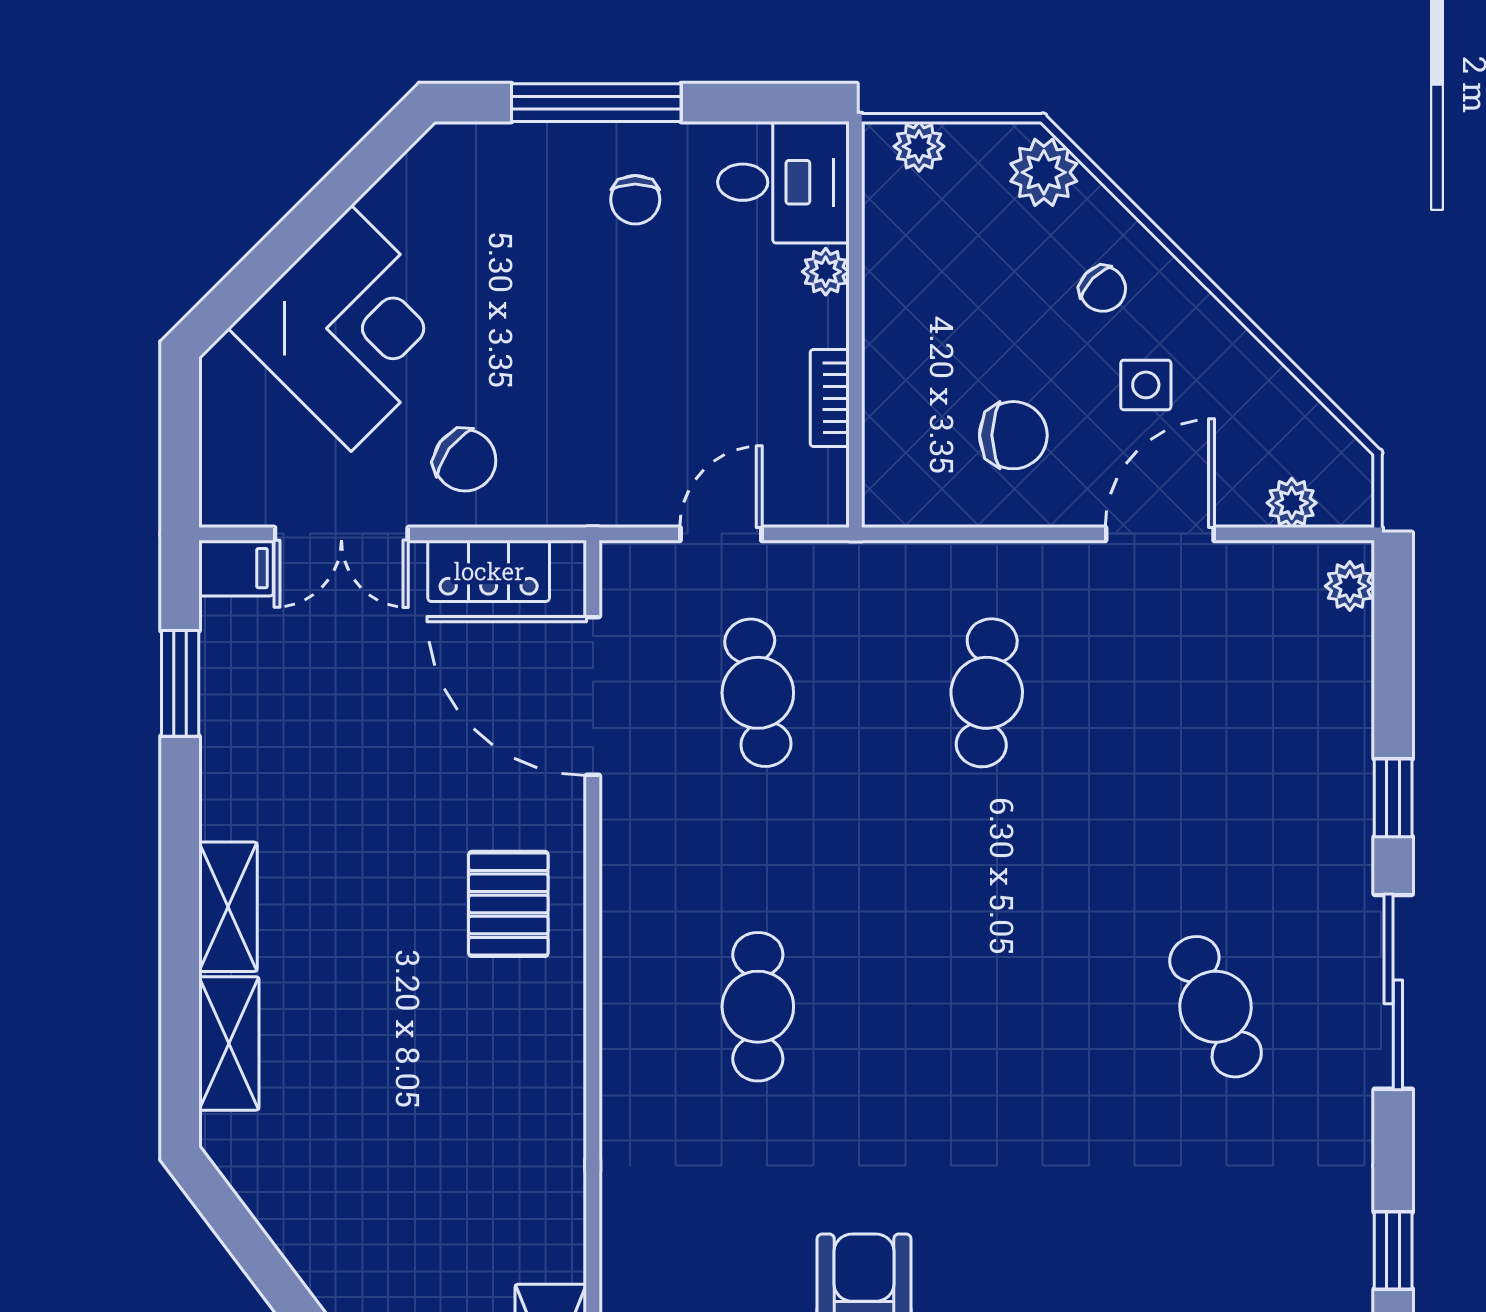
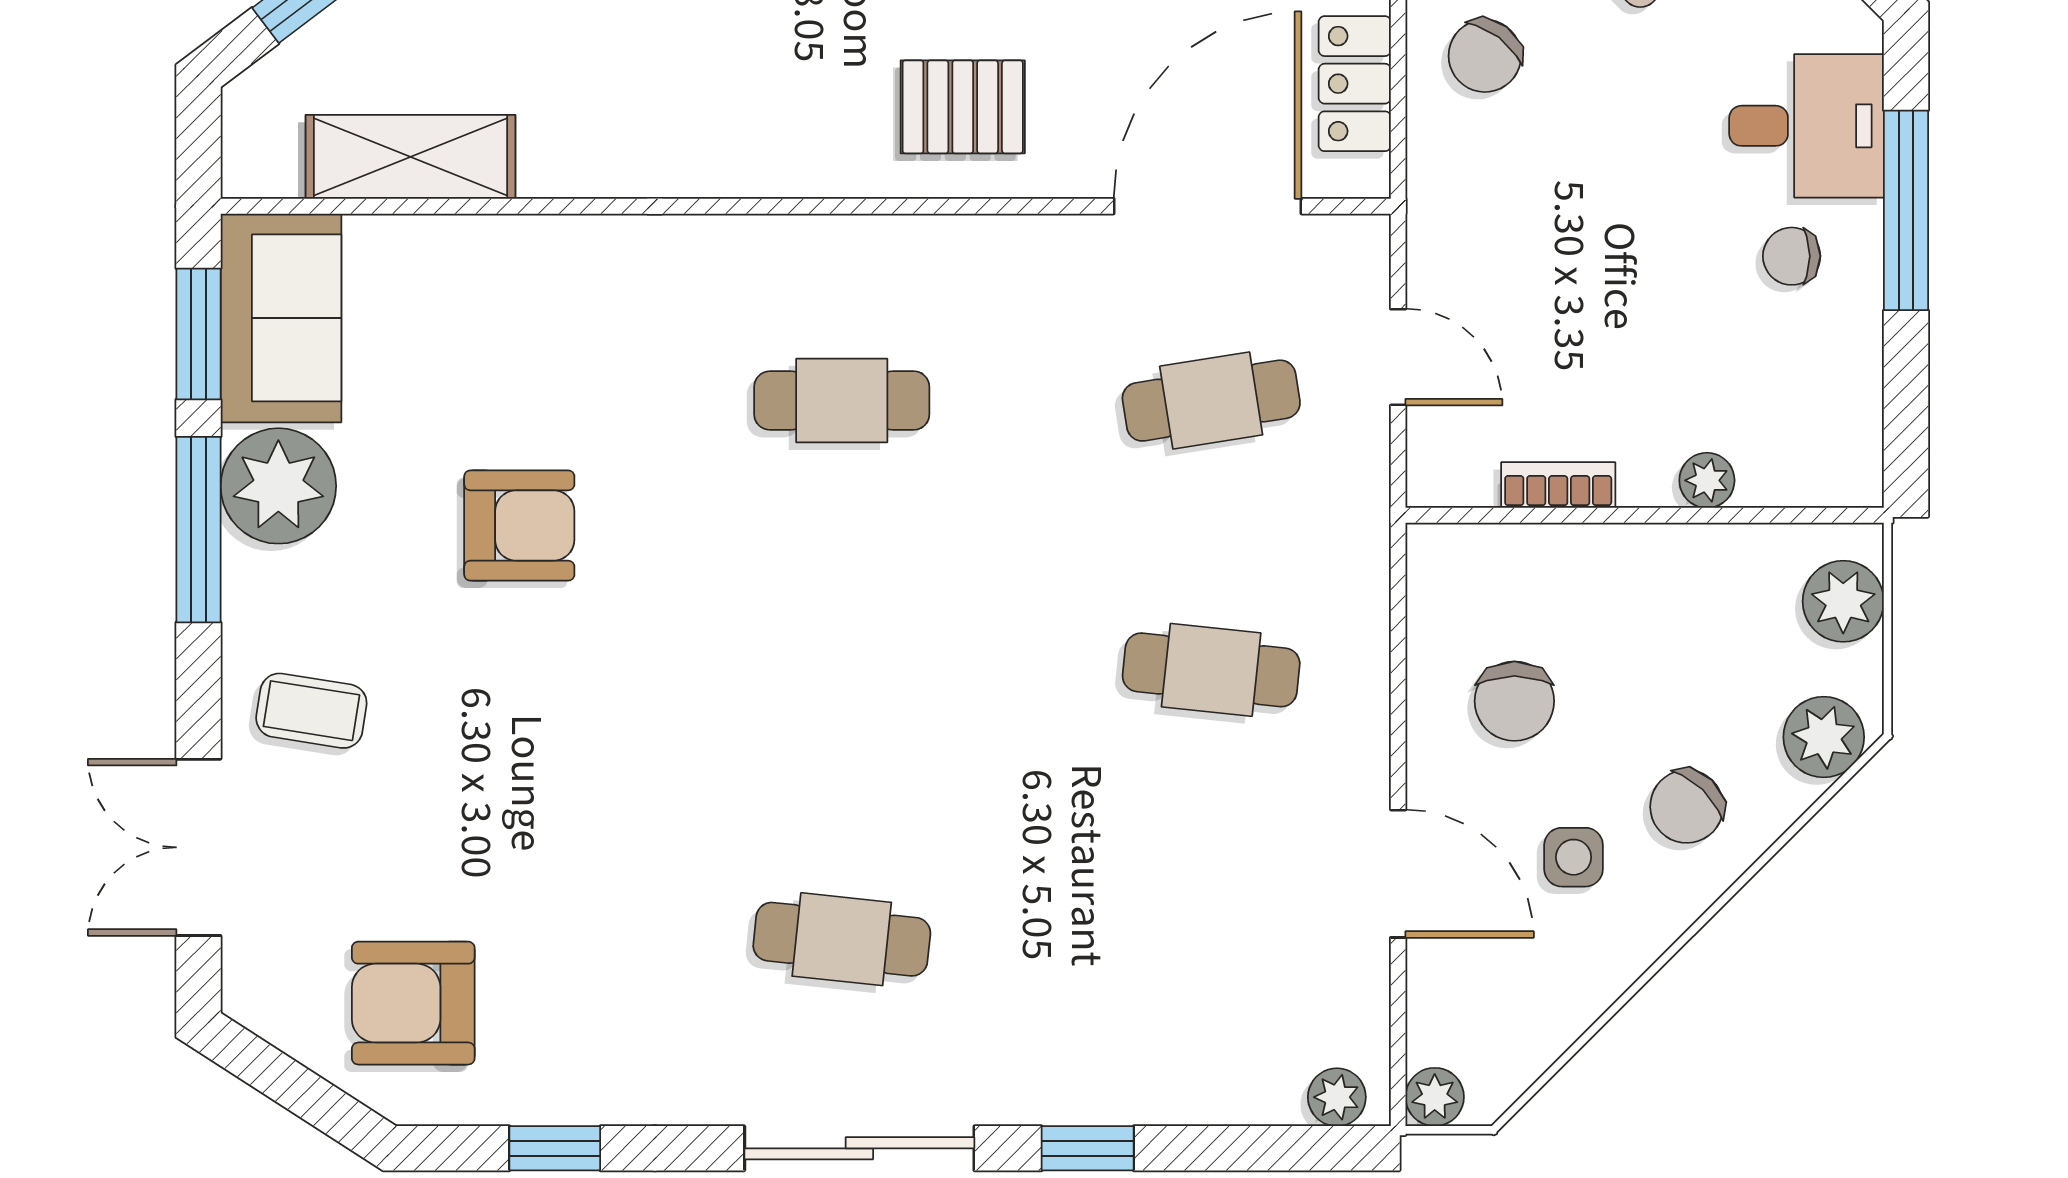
plant: (919, 146) -> (1843, 601), width x1.38, depth x1.38
desk: (783, 182) -> (1807, 126), moved, turned -90
chair: (1103, 289) -> (1687, 806), width x1.37, depth x1.37
plant: (1292, 503) -> (1435, 1097), moved
cafe table: (1216, 1007) -> (842, 939), turned 30

